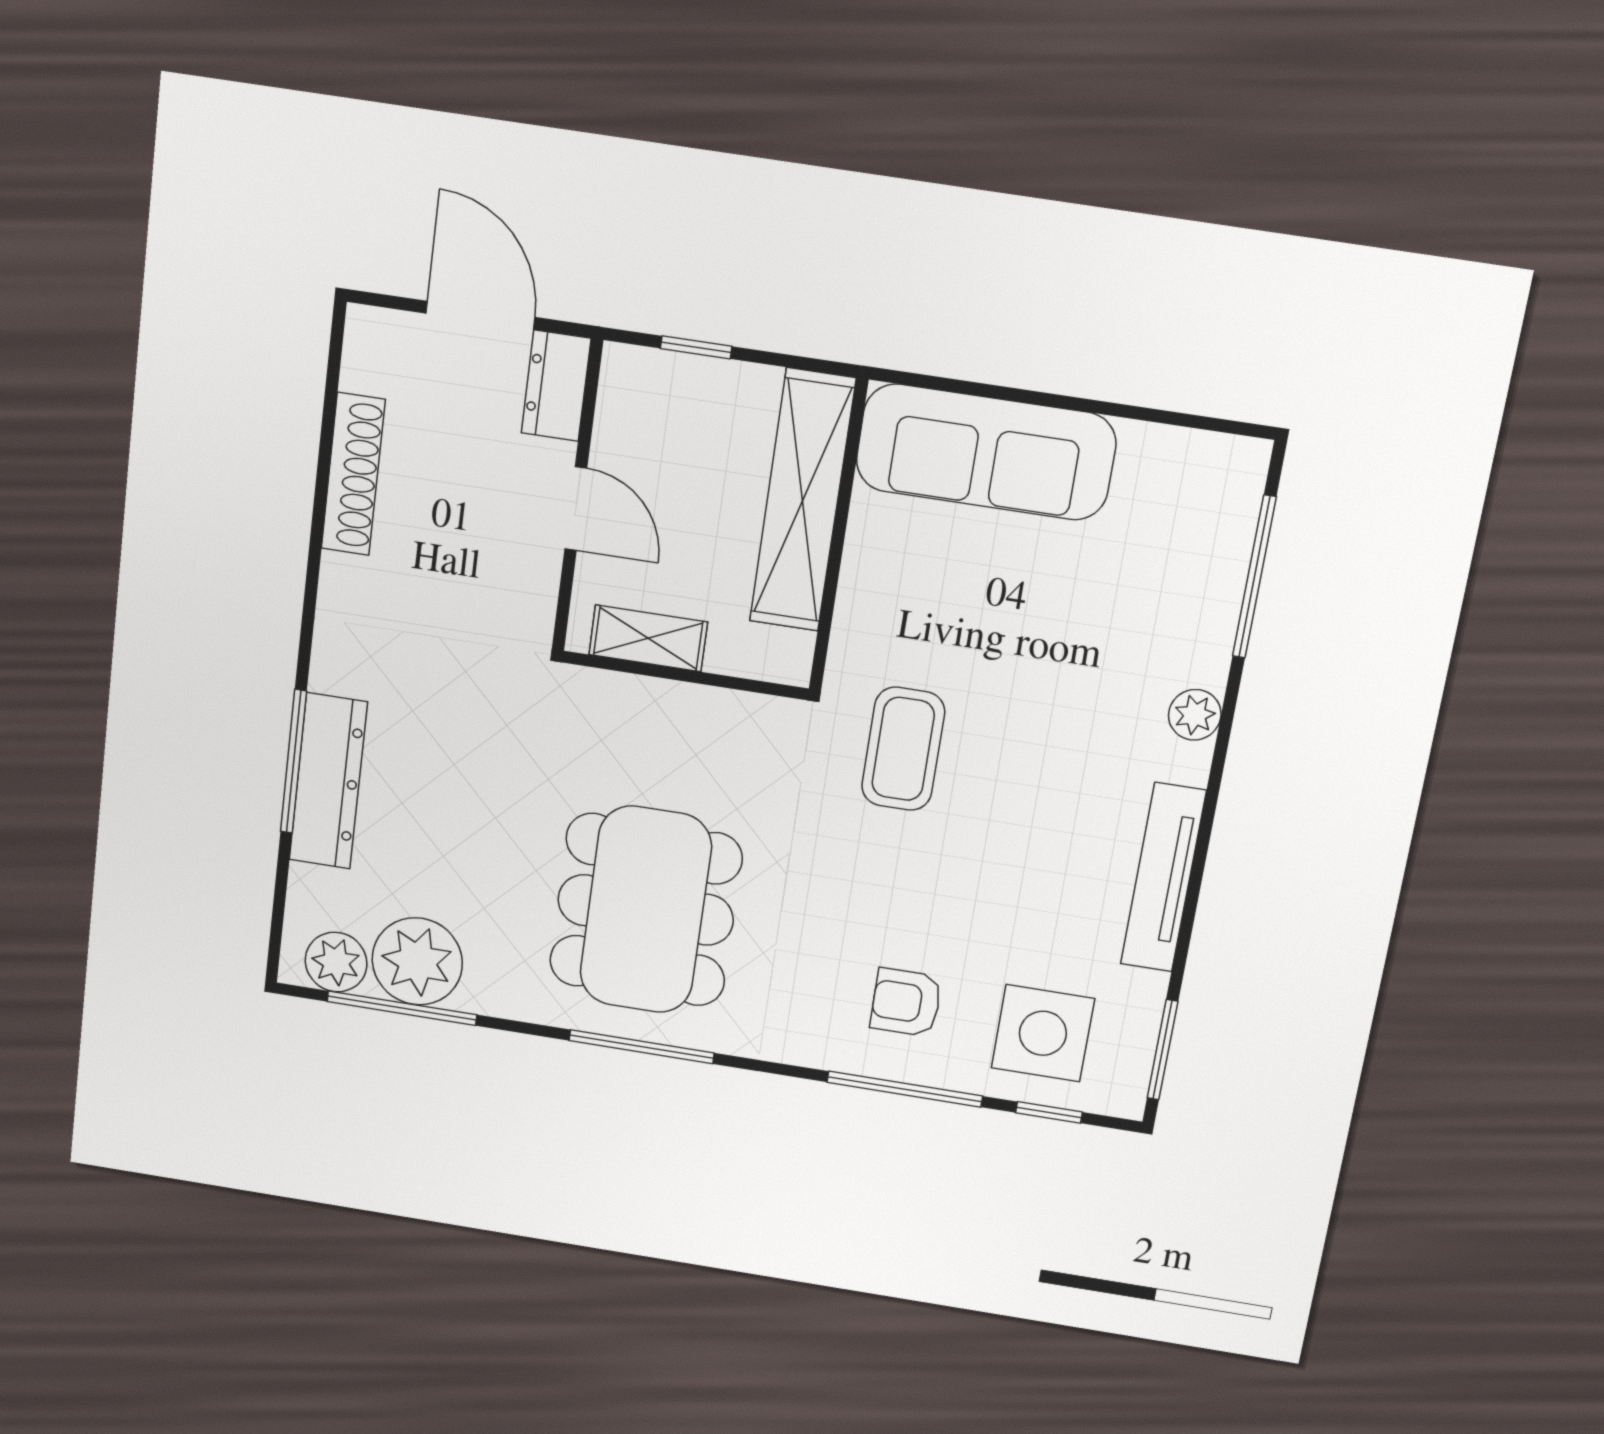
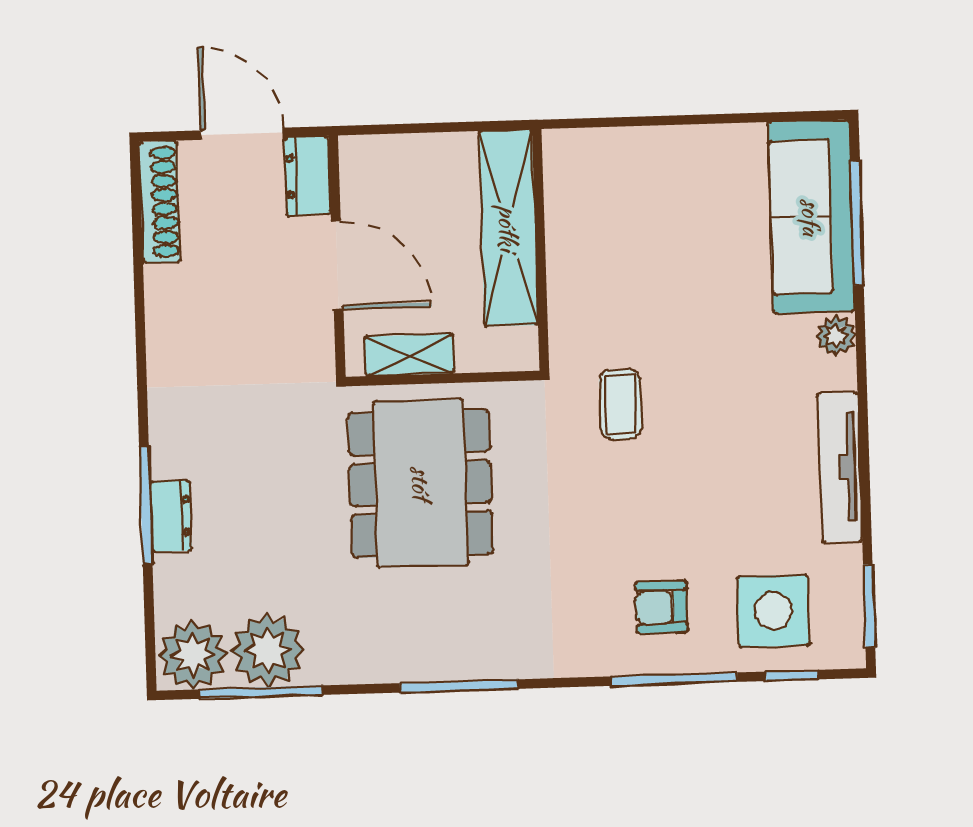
window: (696, 347) -> (408, 129), removed
sofa: (986, 452) -> (811, 217), moved, turned 90
shoe rack: (353, 474) -> (160, 202), moved
door: (576, 509) -> (337, 265), width x1.38
coffee table: (903, 749) -> (620, 404), width x0.73, depth x0.77
dresser: (328, 781) -> (171, 516), width x0.51, depth x0.80
dining table: (646, 910) -> (421, 483), moved
plant: (336, 962) -> (193, 655), width x1.36, depth x1.36

